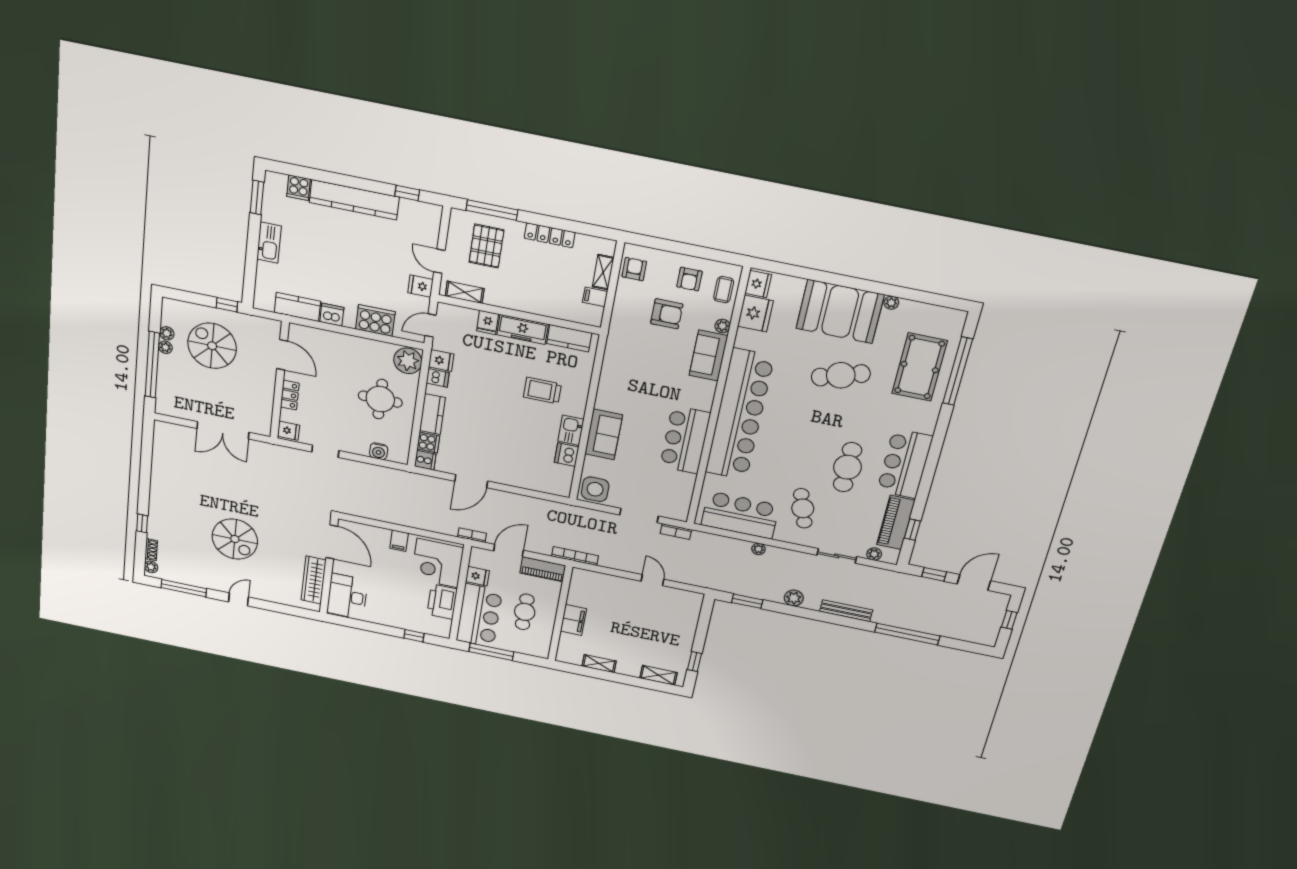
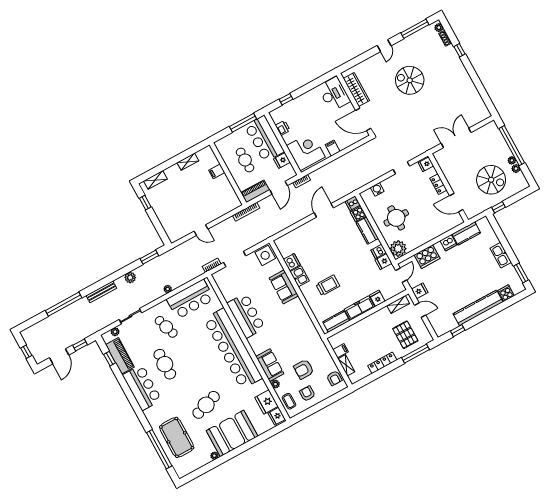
printer: (442, 602) -> (283, 128), width x0.53, depth x0.68
filing cabinet: (573, 620) -> (217, 171), width x0.50

